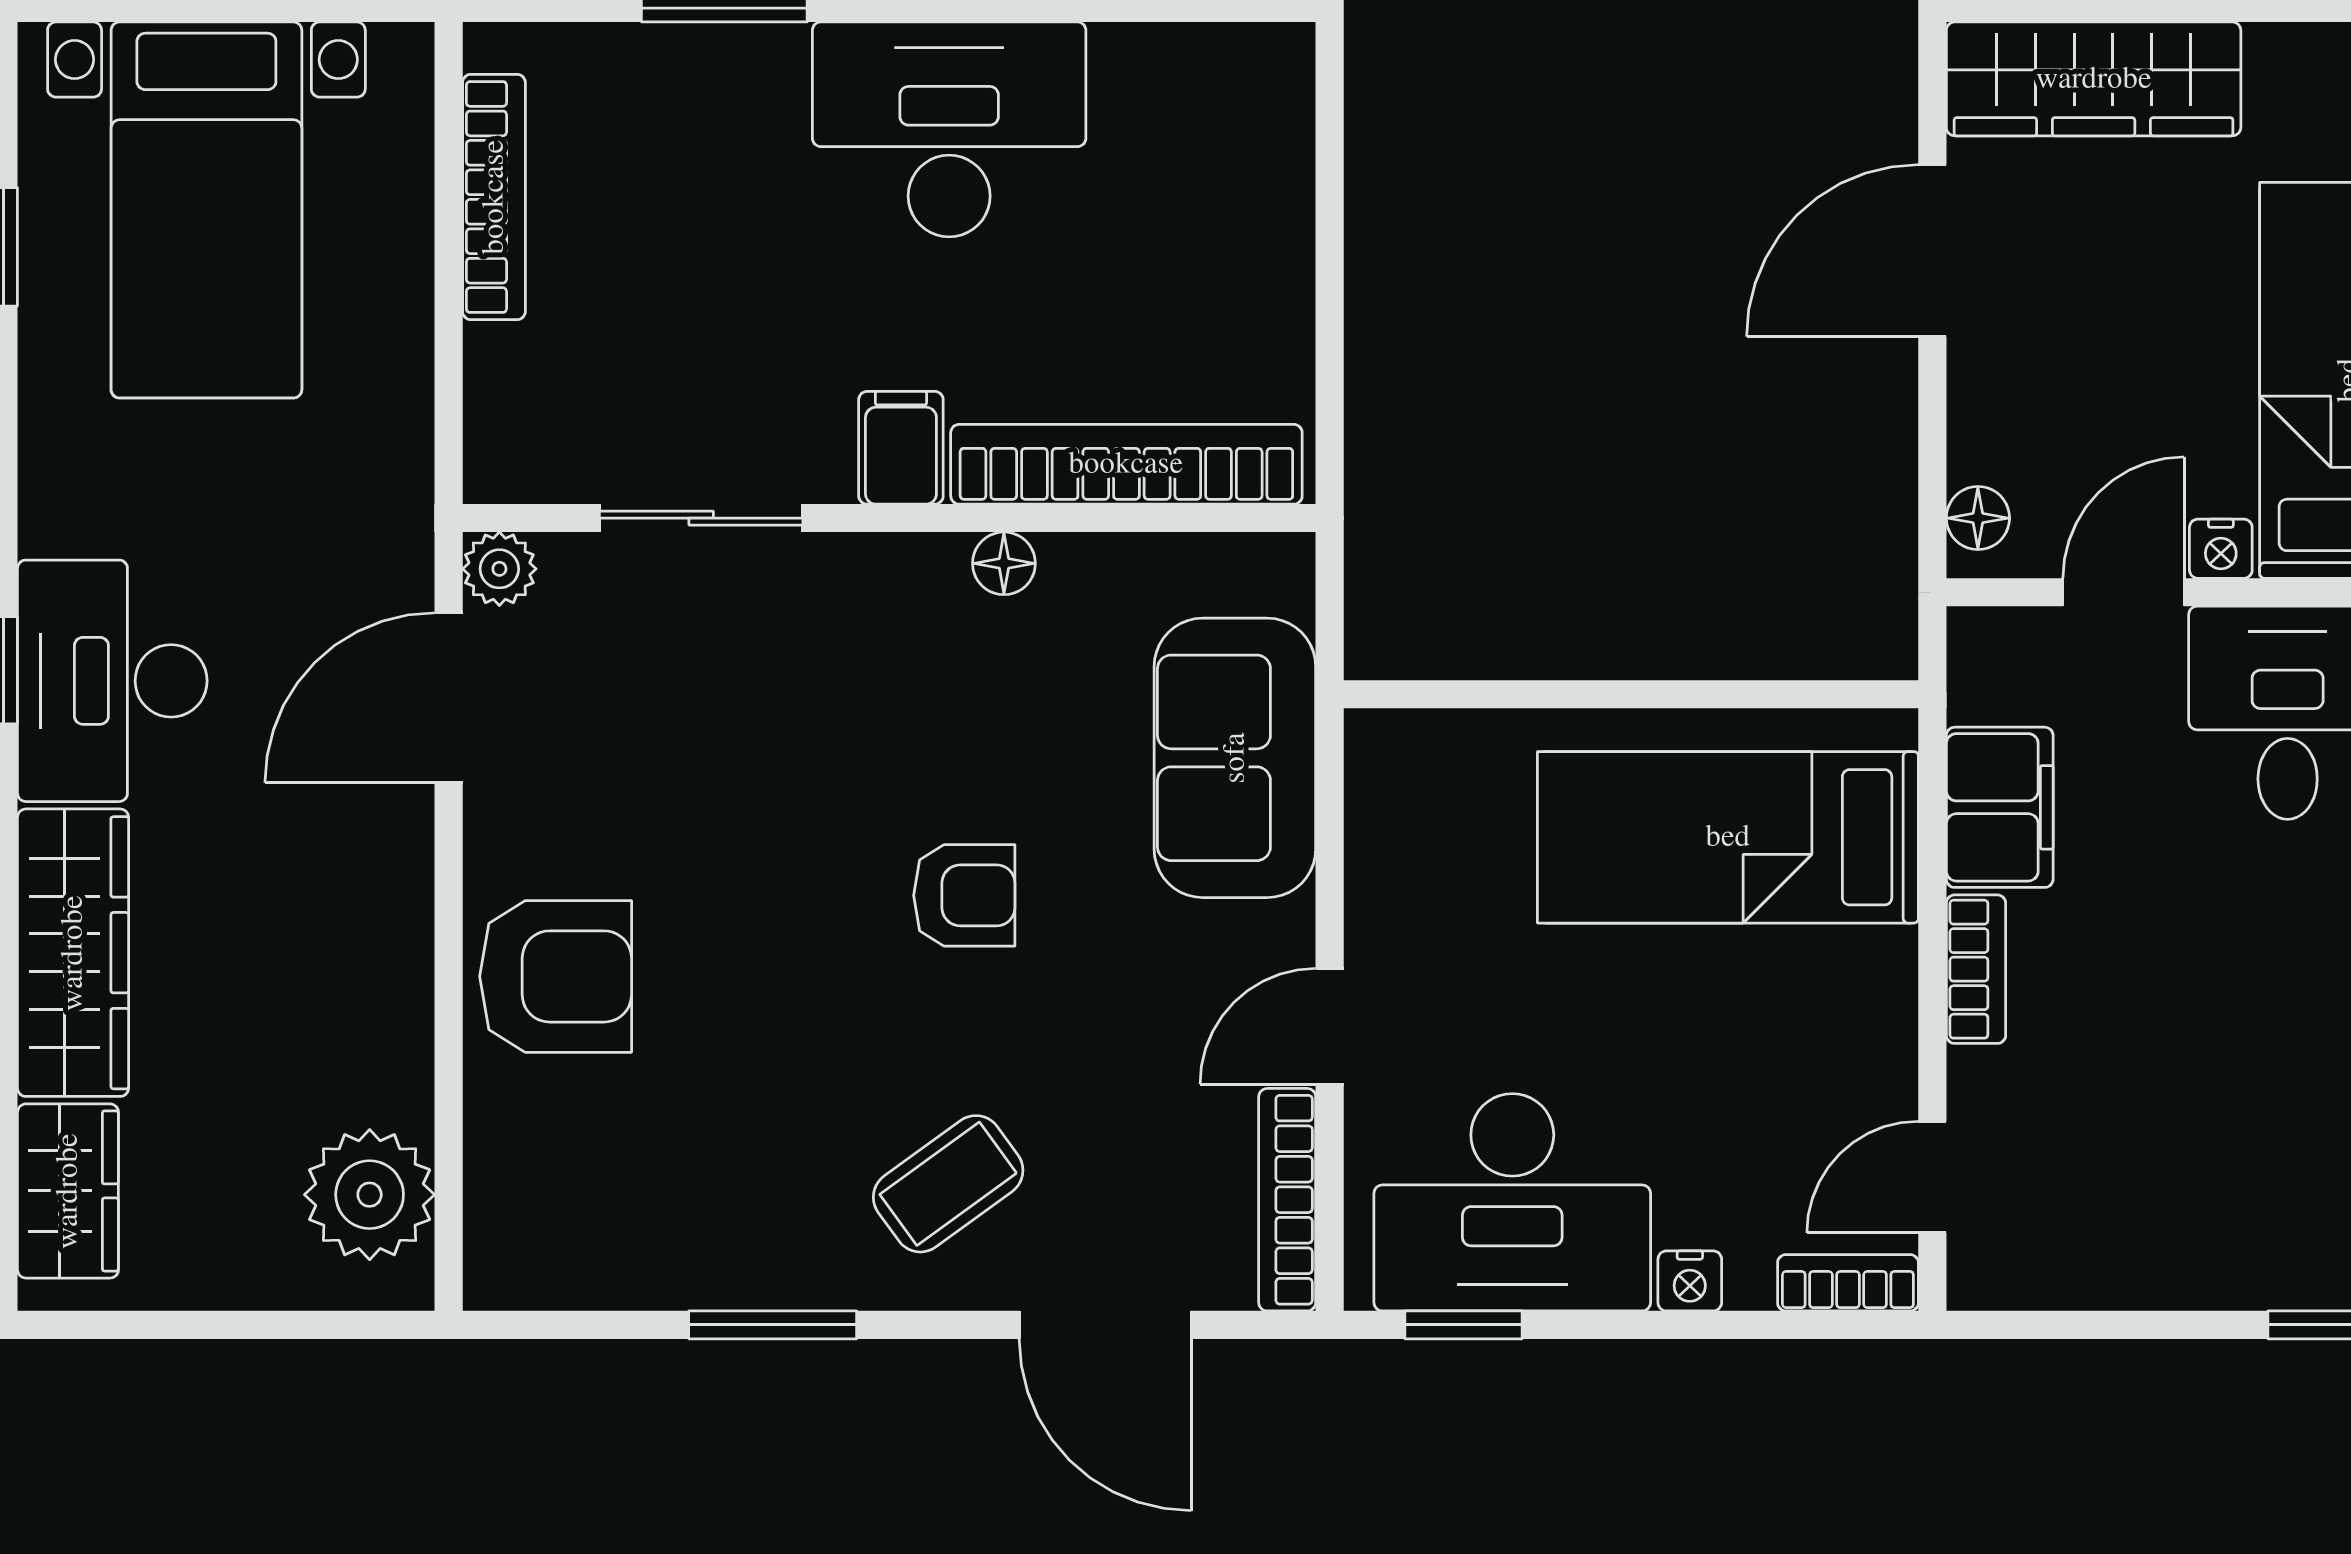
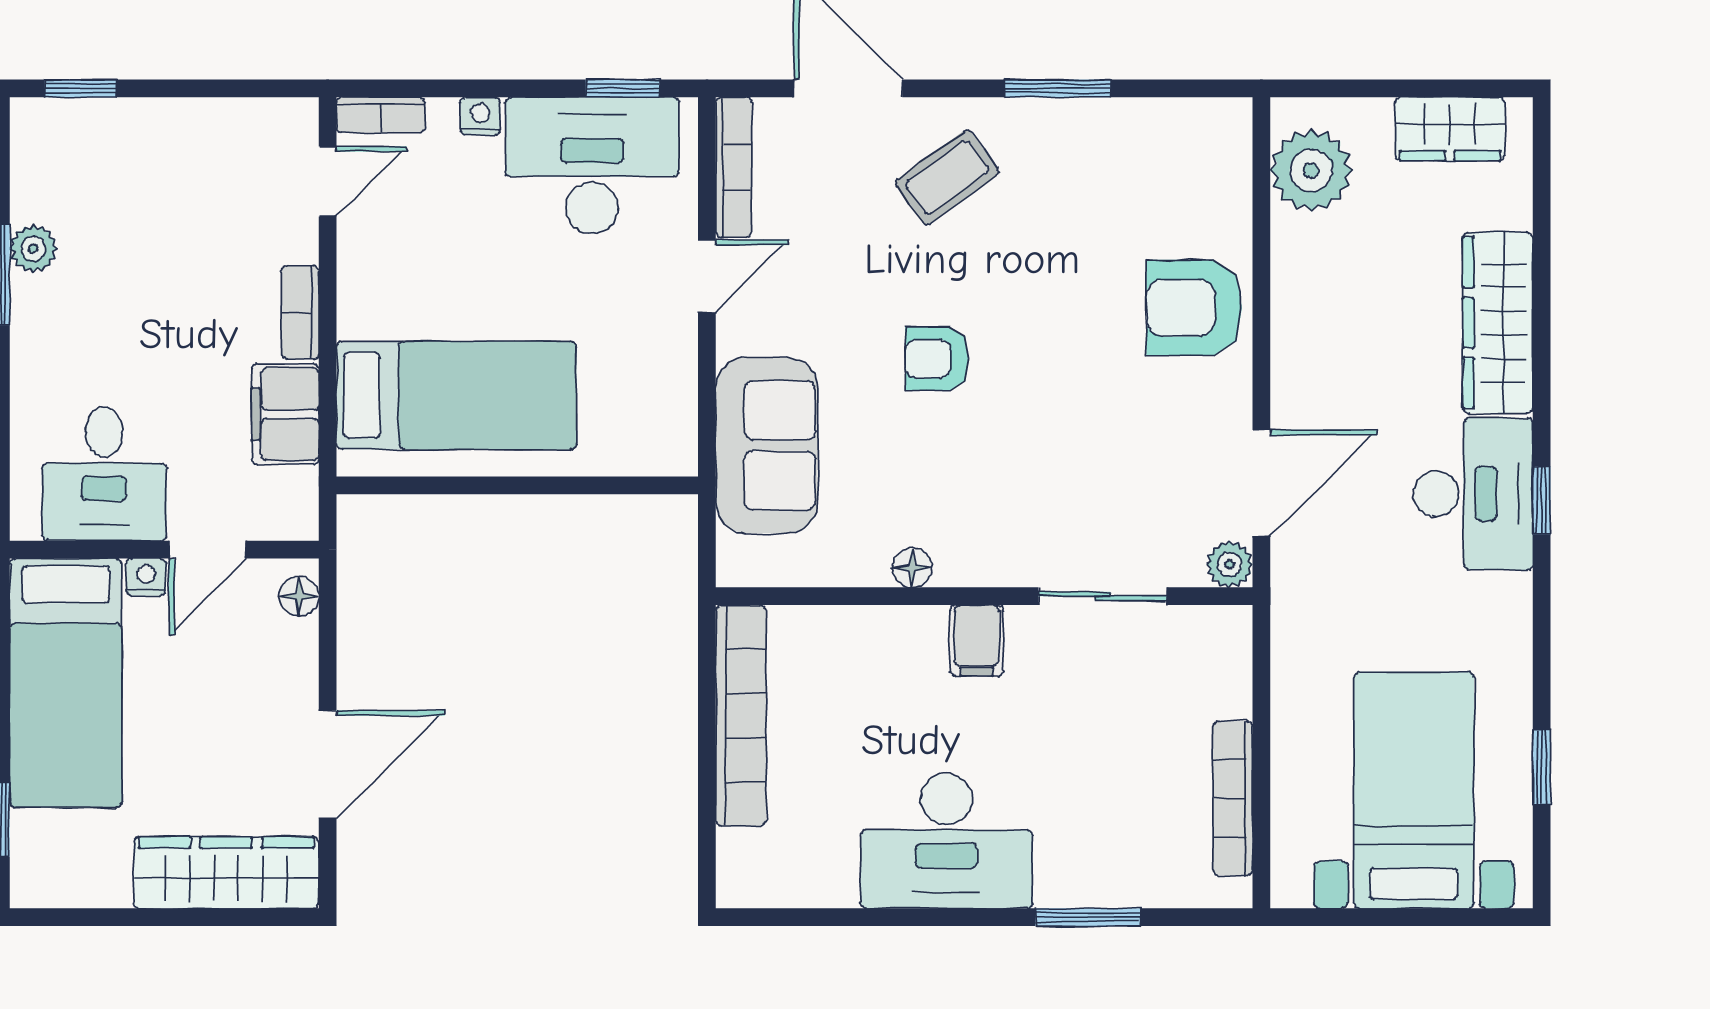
bookcase: (1126, 464) -> (741, 716), moved, turned -90
wardrobe: (68, 1191) -> (1450, 129), moved, turned -90

